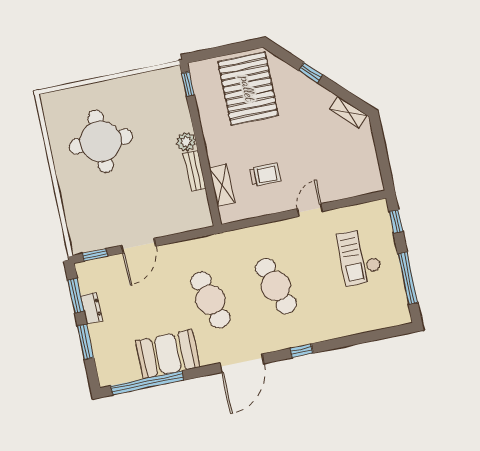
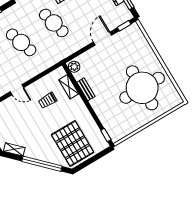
window: (311, 73) -> (42, 164), width x3.17
round table: (101, 141) -> (142, 88), width x1.36, depth x1.36
plant: (186, 142) -> (74, 67), moved
door: (310, 210) -> (17, 90), hinge flipped

